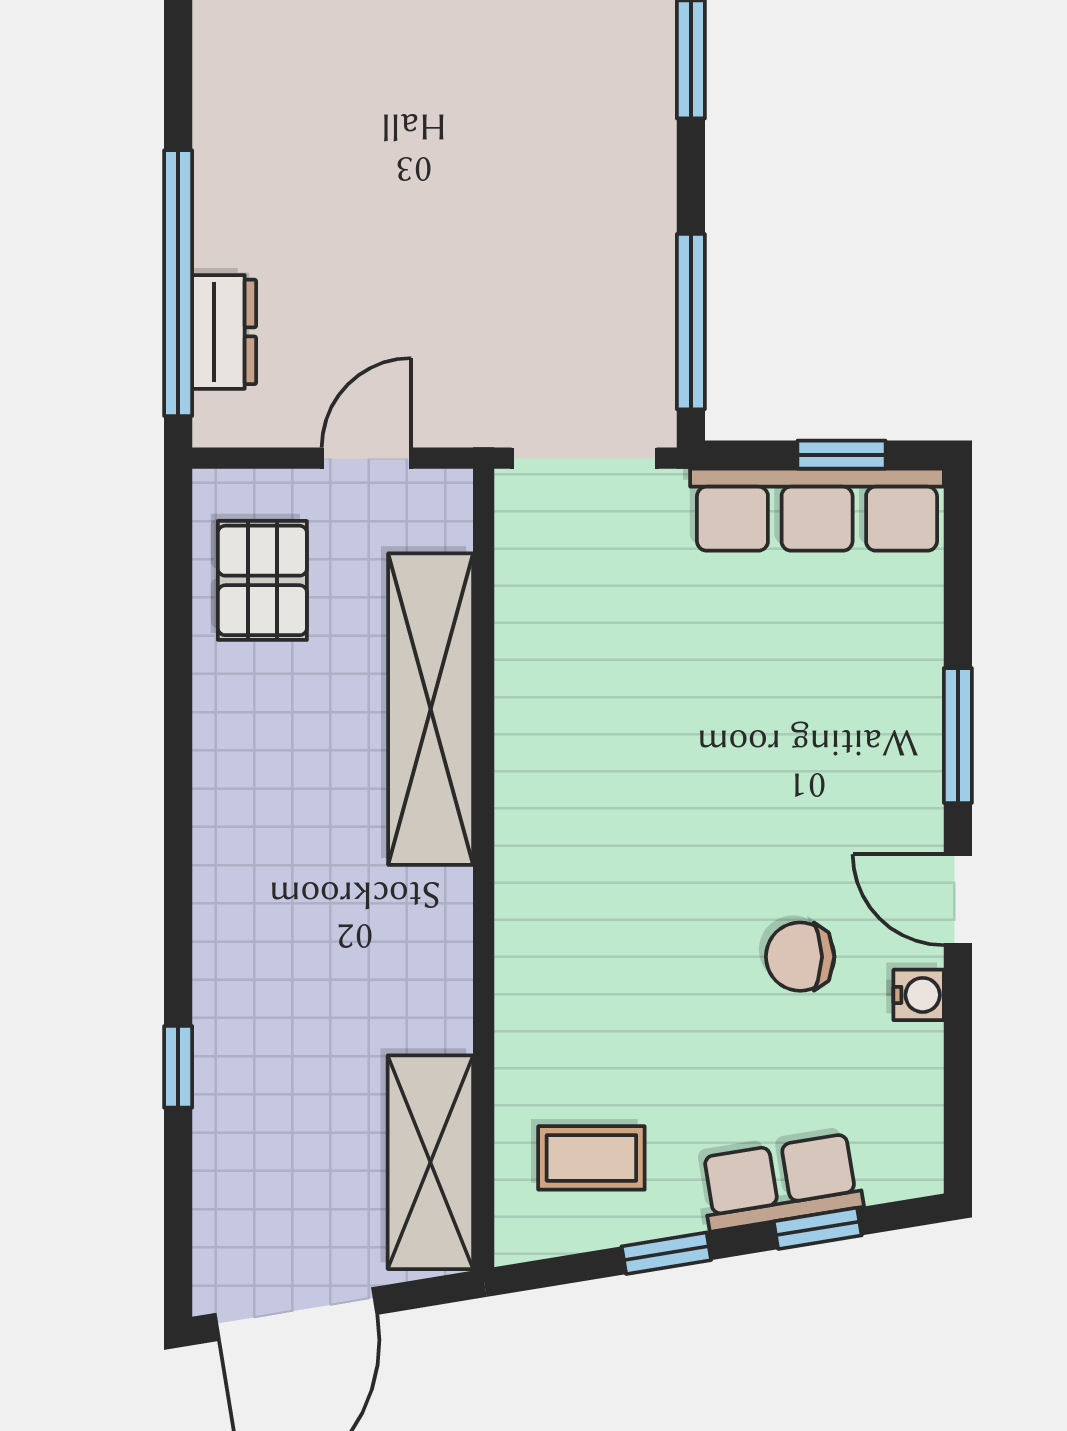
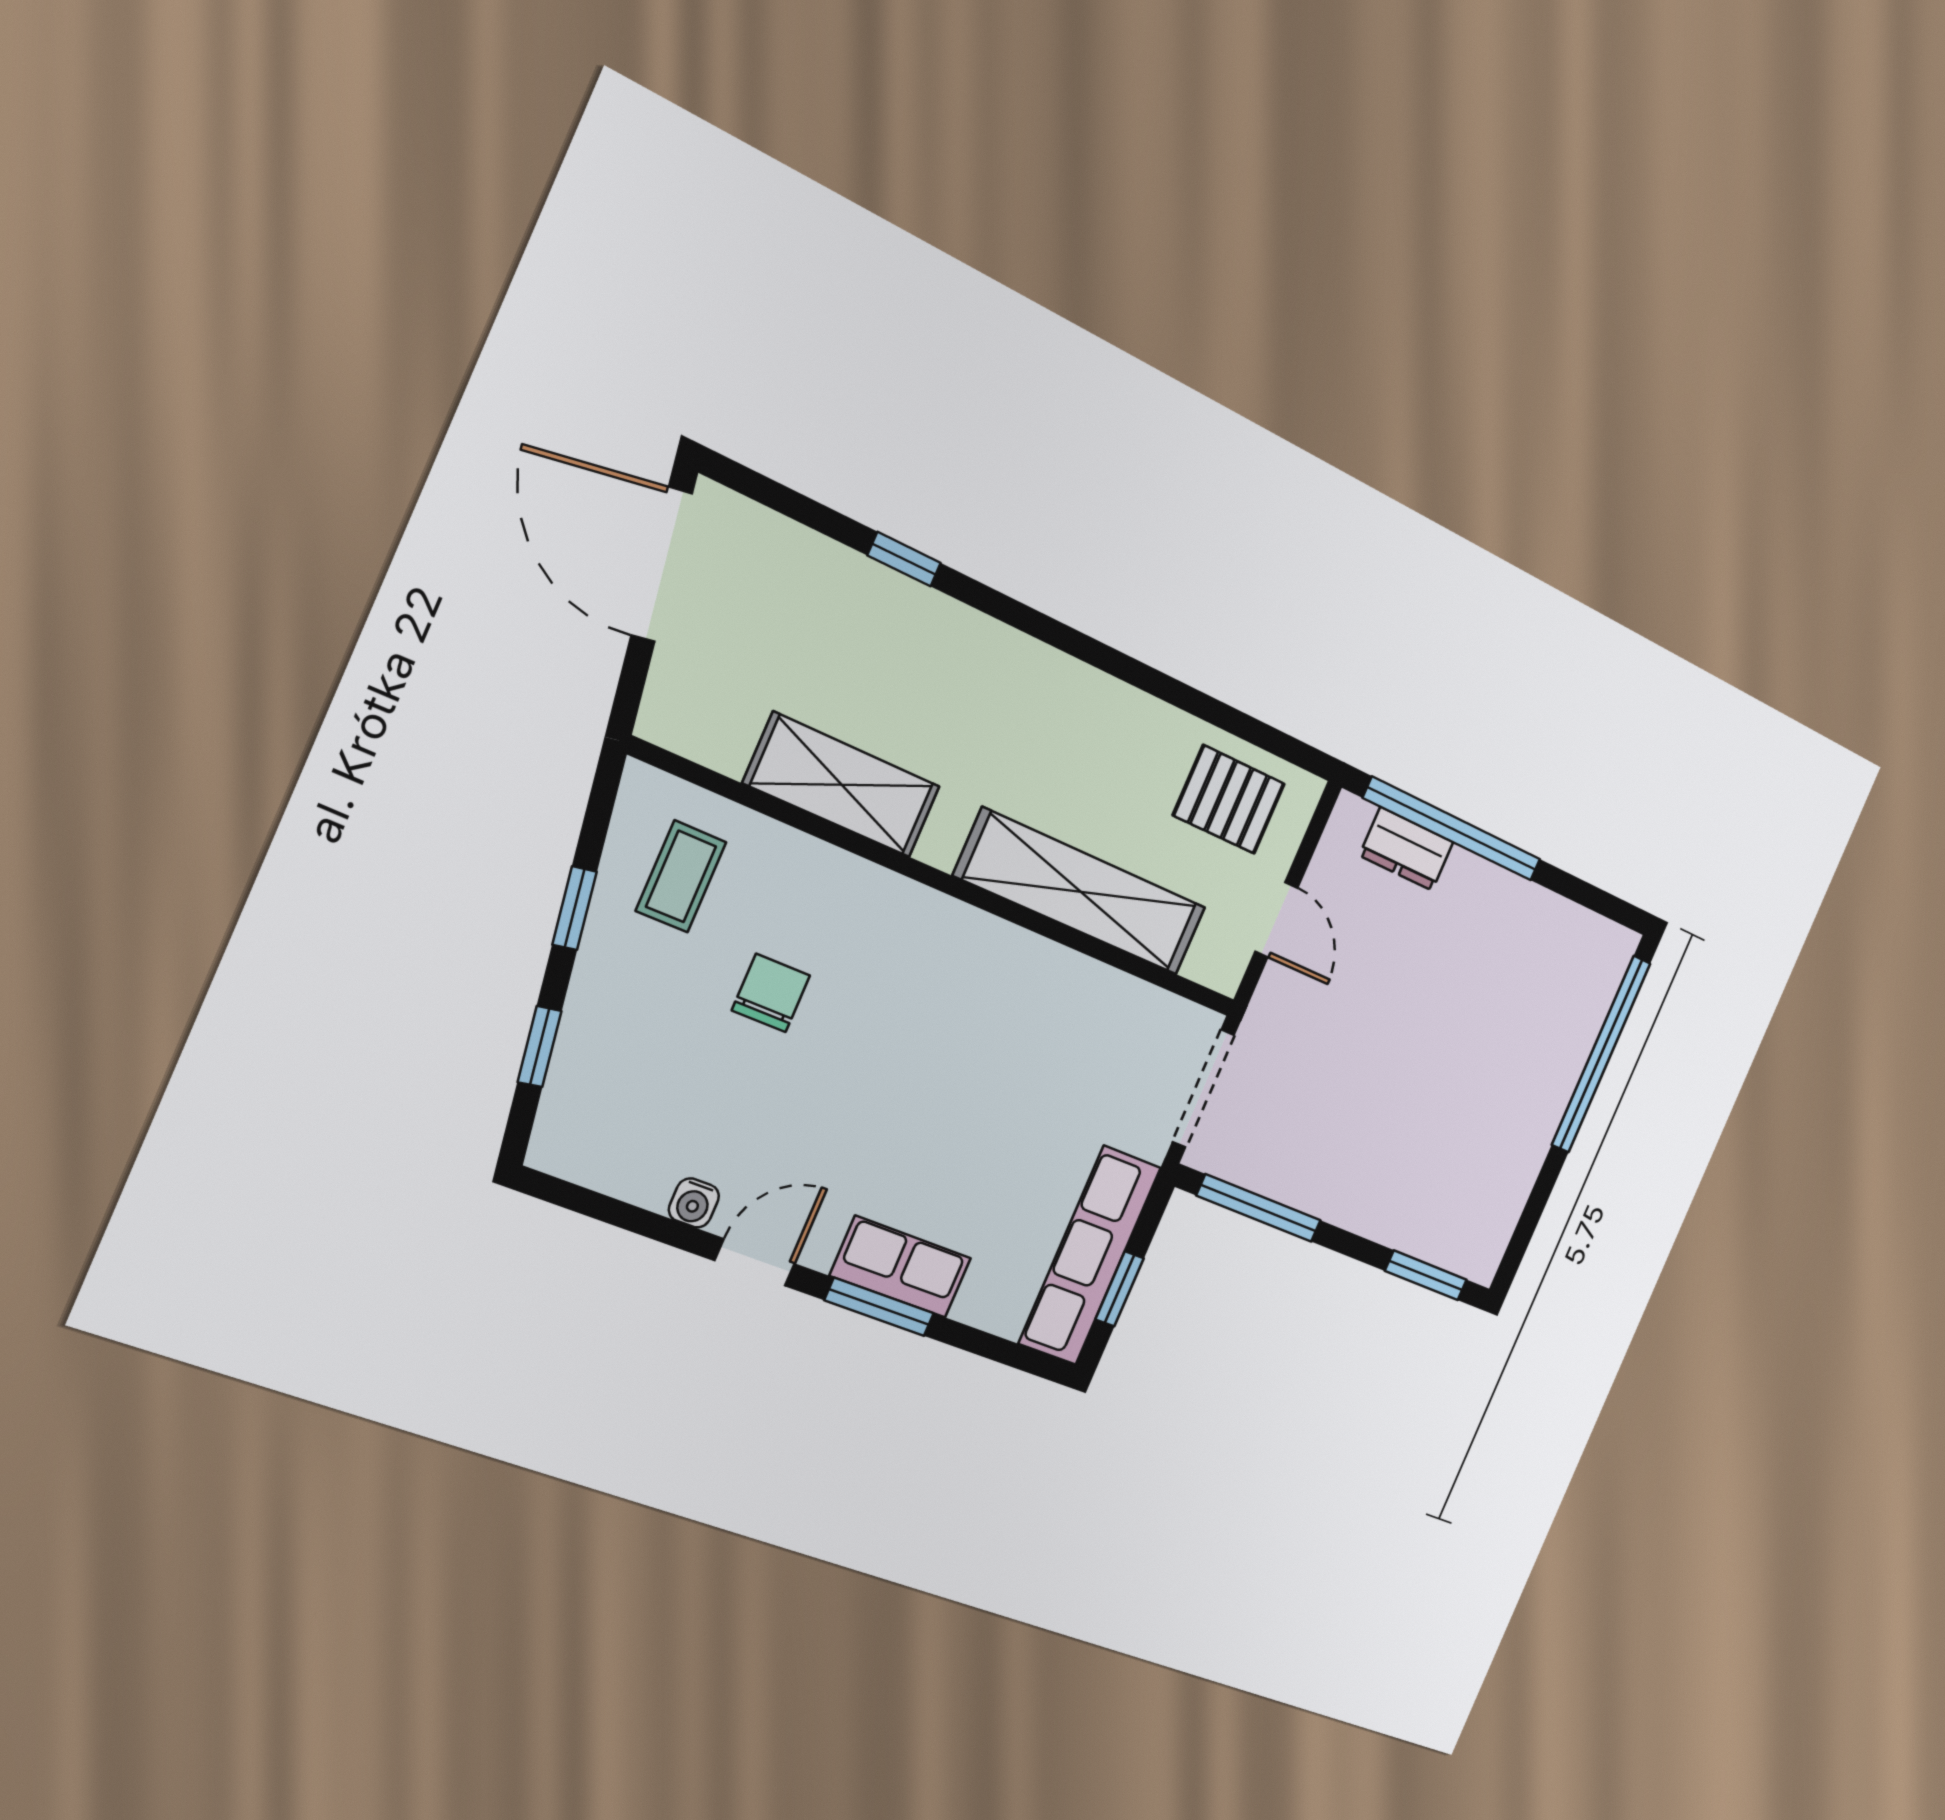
chair: (800, 957) -> (771, 993), moved
shelving: (430, 1162) -> (842, 785), moved
row of seats: (781, 1182) -> (901, 1267), moved, turned -81

